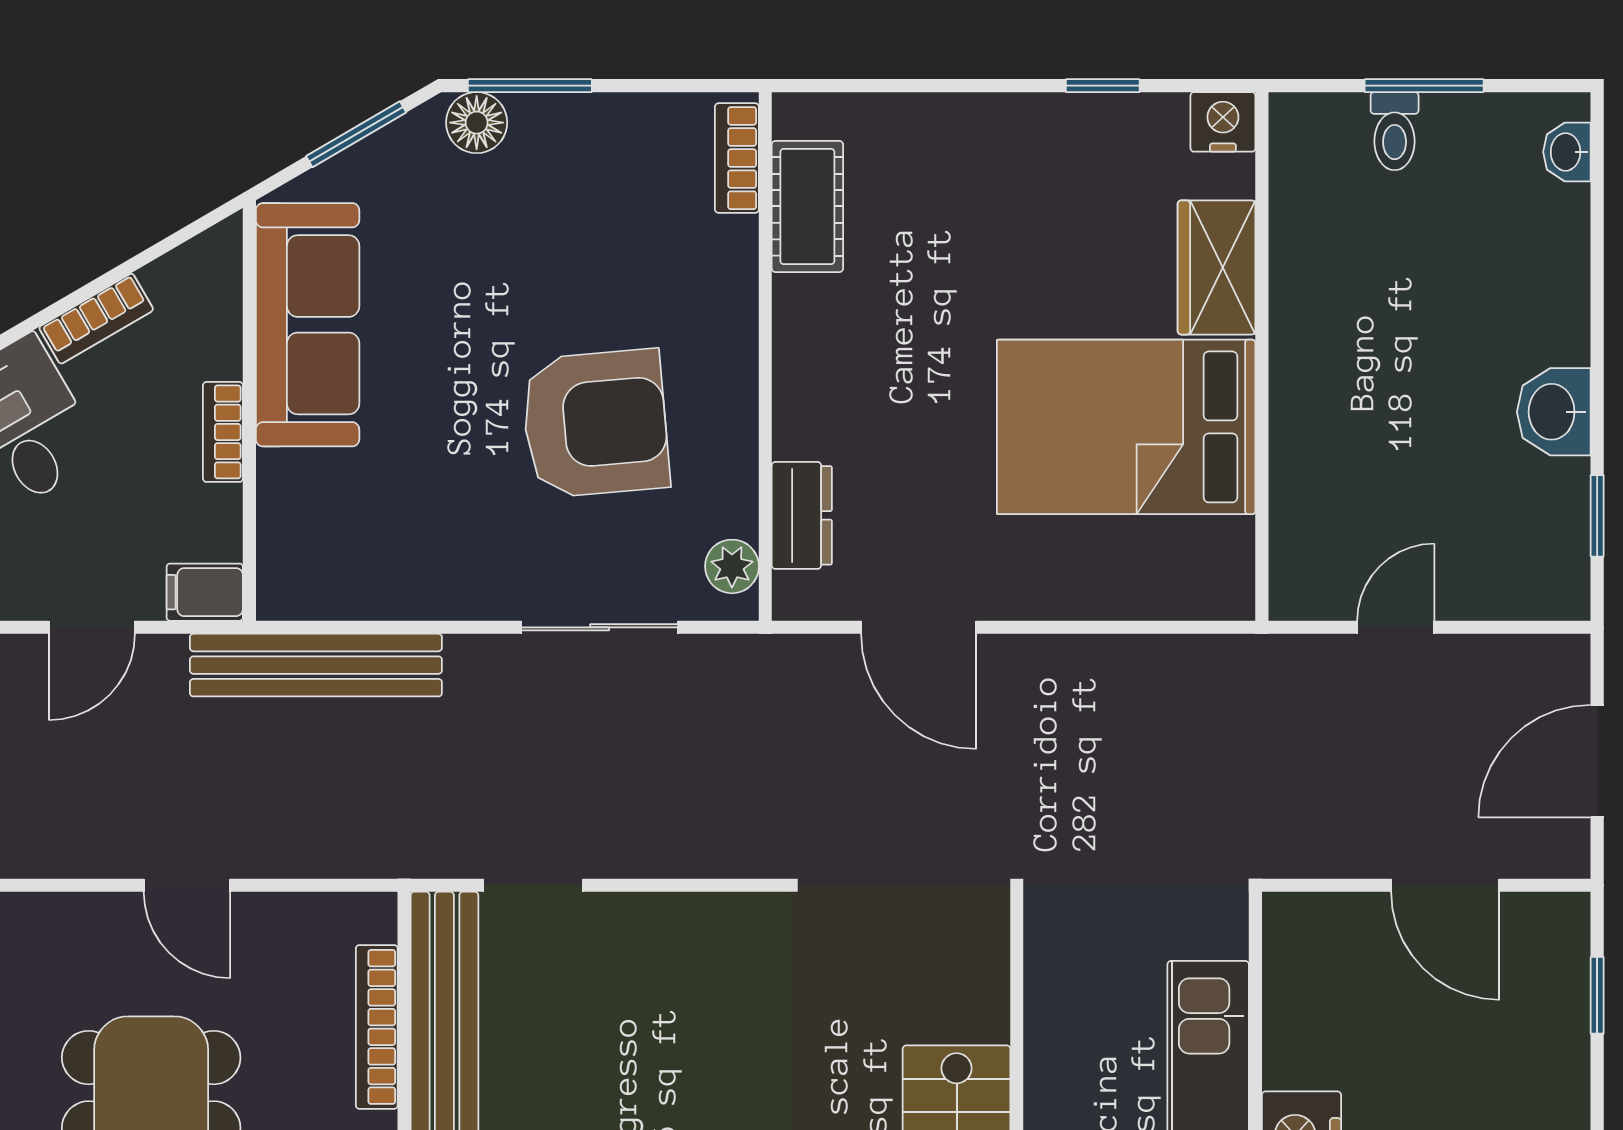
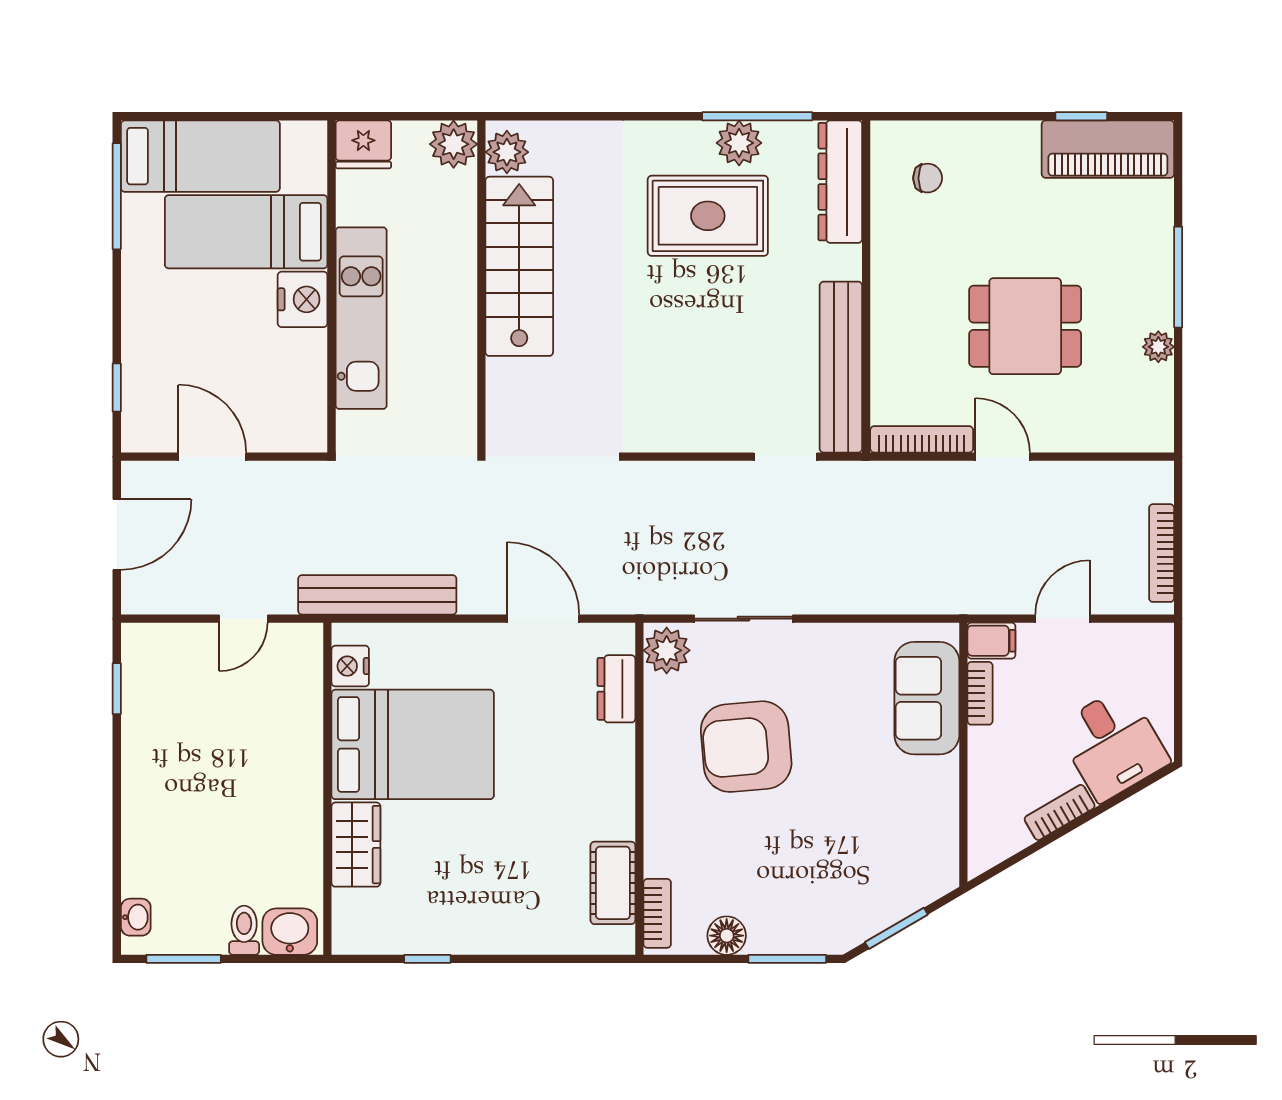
window: (1424, 86) -> (184, 959), moved
nightstand: (1223, 122) -> (350, 666), moved, turned 90
floor lamp: (477, 123) -> (727, 936), moved
sofa: (308, 325) -> (927, 698), moved, width x0.73
washbasin: (1554, 412) -> (290, 932), moved, turned -90
bookcase: (223, 432) -> (980, 693), moved
plant: (732, 566) -> (667, 650), width x1.38, depth x1.38
bench: (316, 665) -> (377, 595), moved
bookcase: (377, 1027) -> (922, 439), moved, turned -90

